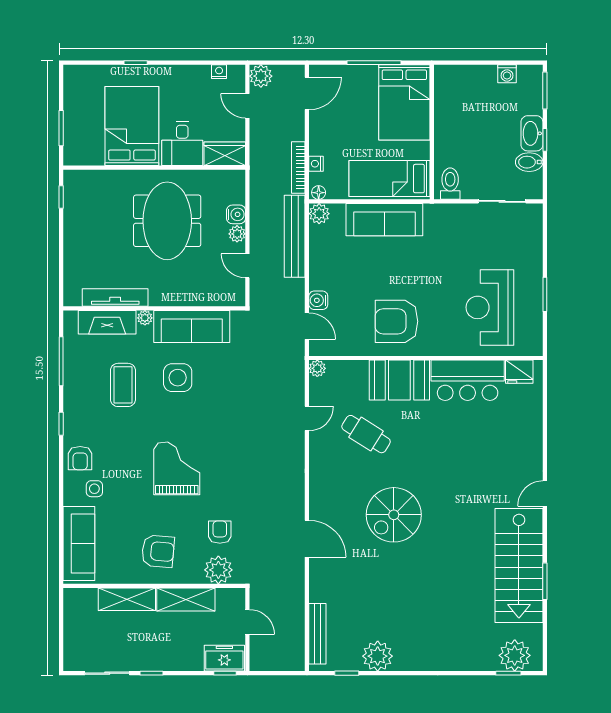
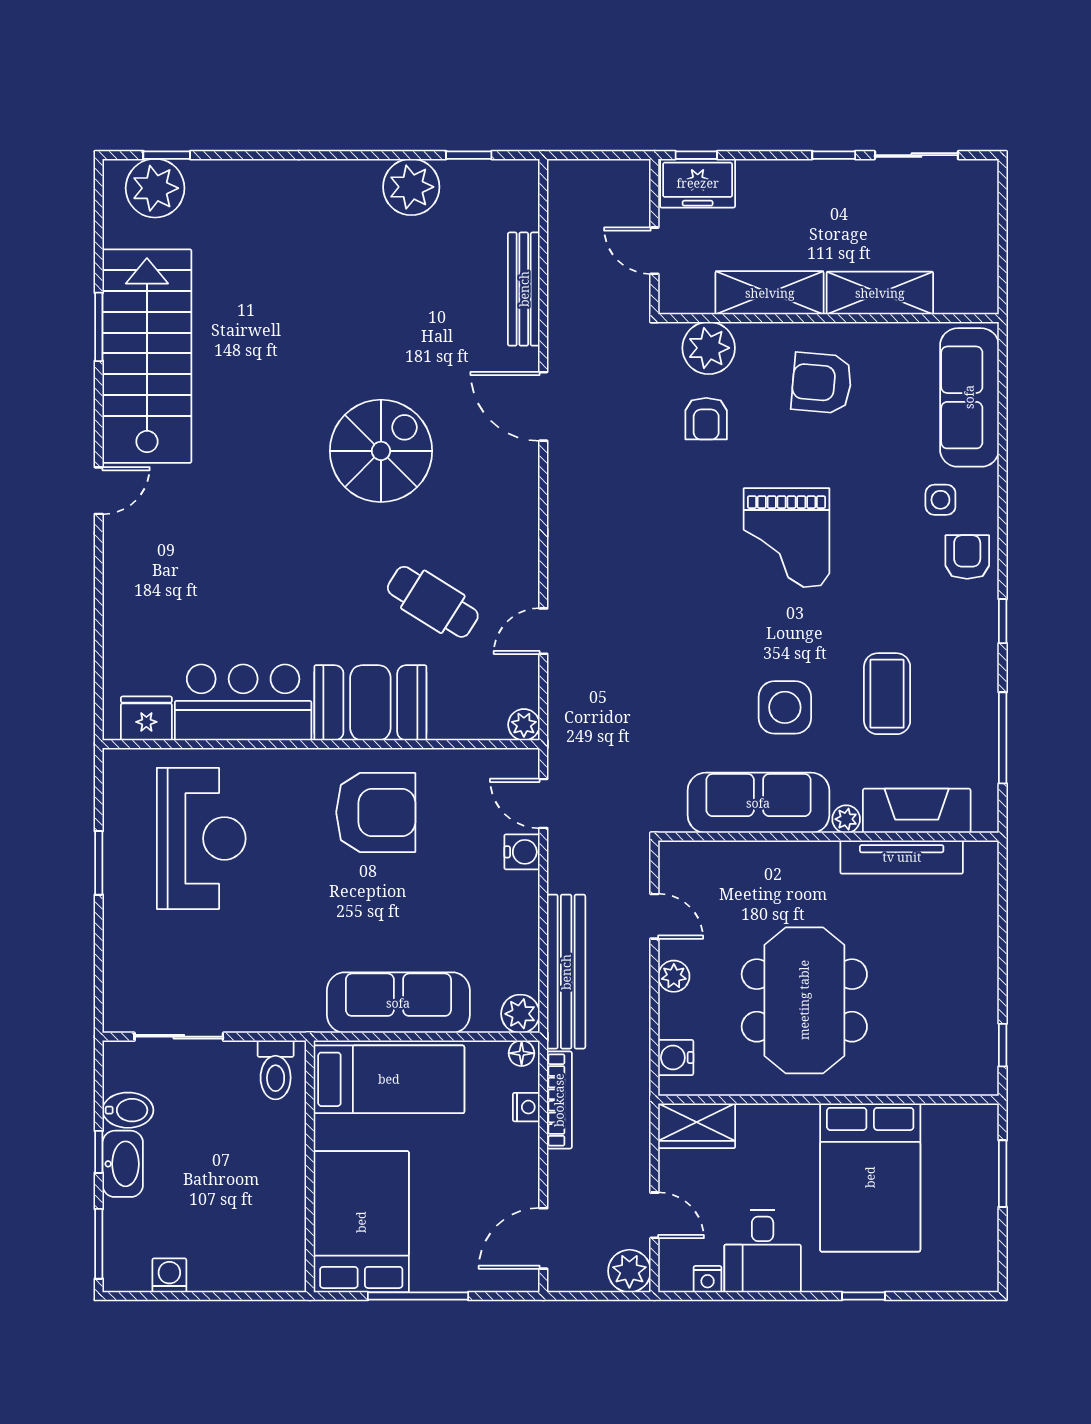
desk: (182, 144) -> (763, 1251), moved, turned 180
water cooler: (236, 214) -> (676, 1058), moved
bench: (317, 634) -> (524, 289), moved

